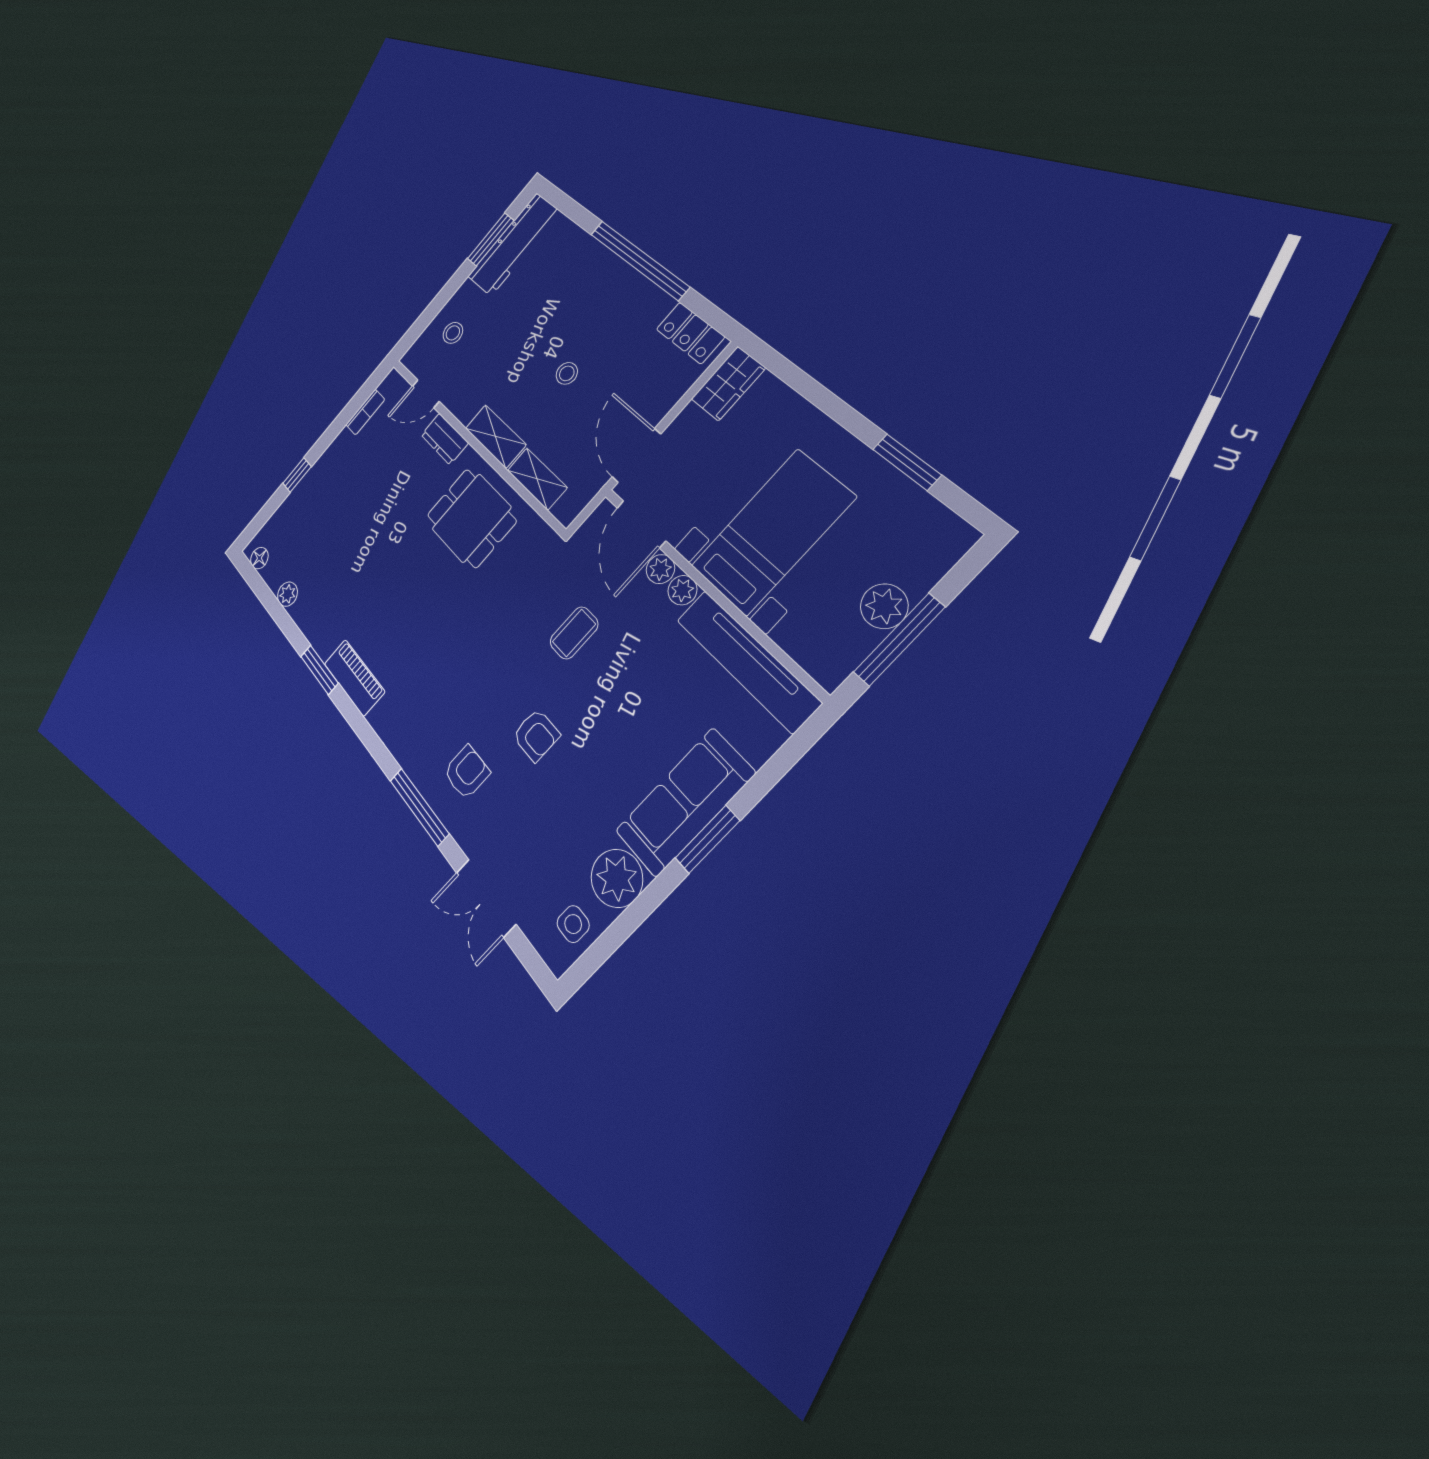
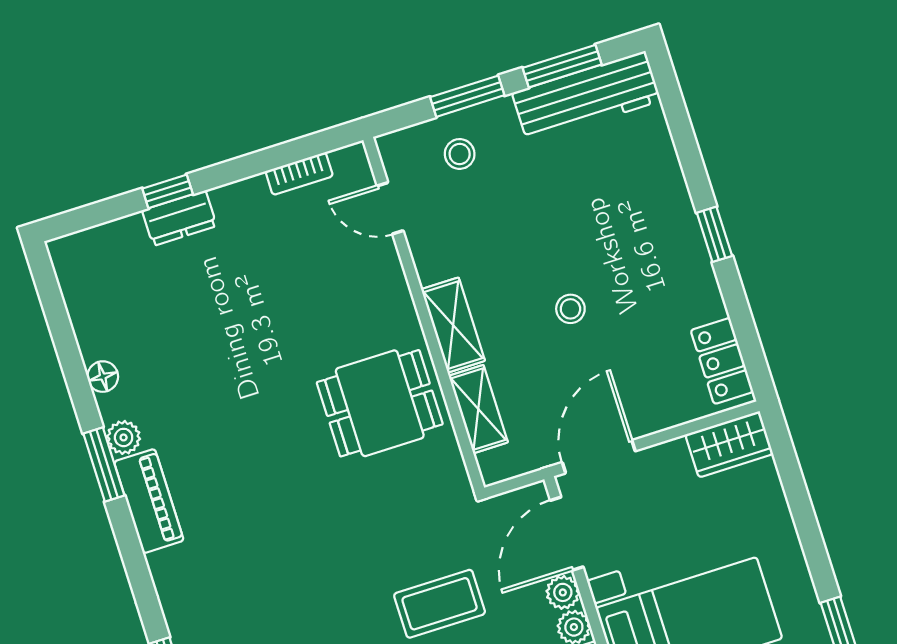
window: (639, 260) -> (714, 234), width x0.32
window: (443, 298) -> (467, 96), added
dresser: (445, 439) -> (179, 218), moved, turned -90
dining table: (471, 518) -> (380, 403), turned 90
floor lamp: (259, 558) -> (103, 377), moved
plant: (287, 594) -> (124, 437), moved
coffee table: (574, 633) -> (440, 604), width x1.36, depth x1.30

